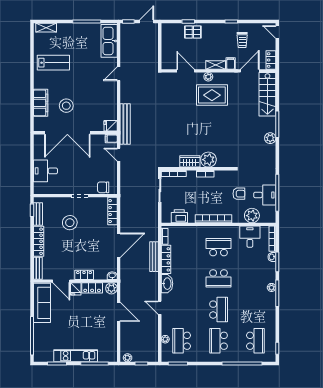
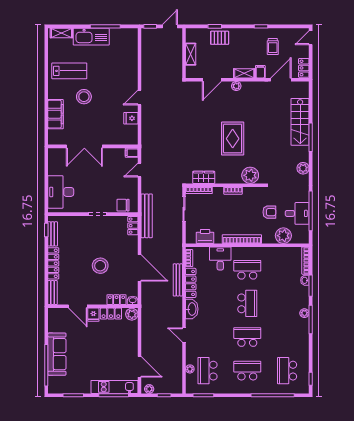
door: (277, 32) -> (311, 38), hinge flipped
kitchen sink: (109, 41) -> (91, 37), moved, turned -90
shelving: (166, 47) -> (191, 54), added
door: (186, 71) -> (212, 80), swing flipped
door: (119, 74) -> (140, 98), moved
stairs: (267, 94) -> (300, 122), moved
rug: (212, 95) -> (233, 139), moved, turned 90
stool: (66, 106) -> (84, 97), moved
bench: (125, 124) -> (147, 216), moved
fridge: (111, 126) -> (131, 118), moved
double door: (67, 133) -> (84, 146), width x0.73
plant: (270, 138) -> (303, 168), moved
door: (119, 155) -> (140, 170), hinge flipped
plant: (208, 160) -> (250, 175), moved
wardrobe: (190, 161) -> (204, 177), moved
desk: (45, 171) -> (61, 192), width x1.37
locker: (112, 211) -> (133, 226), width x0.66
stool: (70, 223) -> (100, 266), moved
desk: (250, 237) -> (220, 258), moved
door: (119, 245) -> (140, 268), hinge flipped
locker: (84, 275) -> (117, 300), moved
school desk: (219, 278) -> (247, 303), turned -90
sofa: (42, 303) -> (57, 354), moved
school desk: (219, 310) -> (247, 337), turned -90
door: (119, 312) -> (140, 367), moved
school desk: (219, 341) -> (247, 371), turned 90
school desk: (255, 341) -> (287, 371), turned 180
kitchen unit: (76, 356) -> (114, 387), moved

